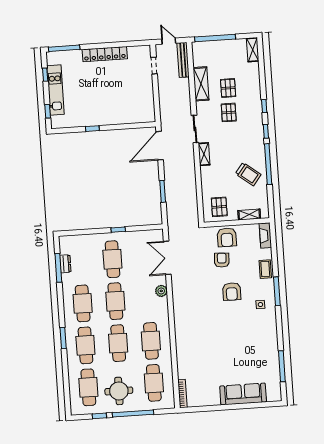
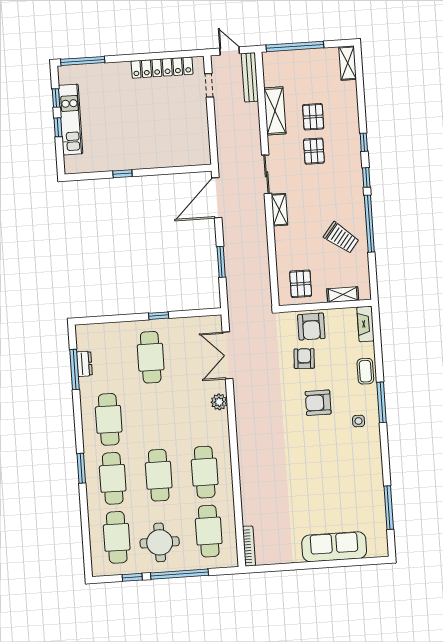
locker: (105, 54) -> (162, 68), moved
window: (48, 111) -> (58, 127), moved
armchair: (232, 292) -> (318, 403), turned 90
cafe table: (115, 301) -> (155, 416), removed

